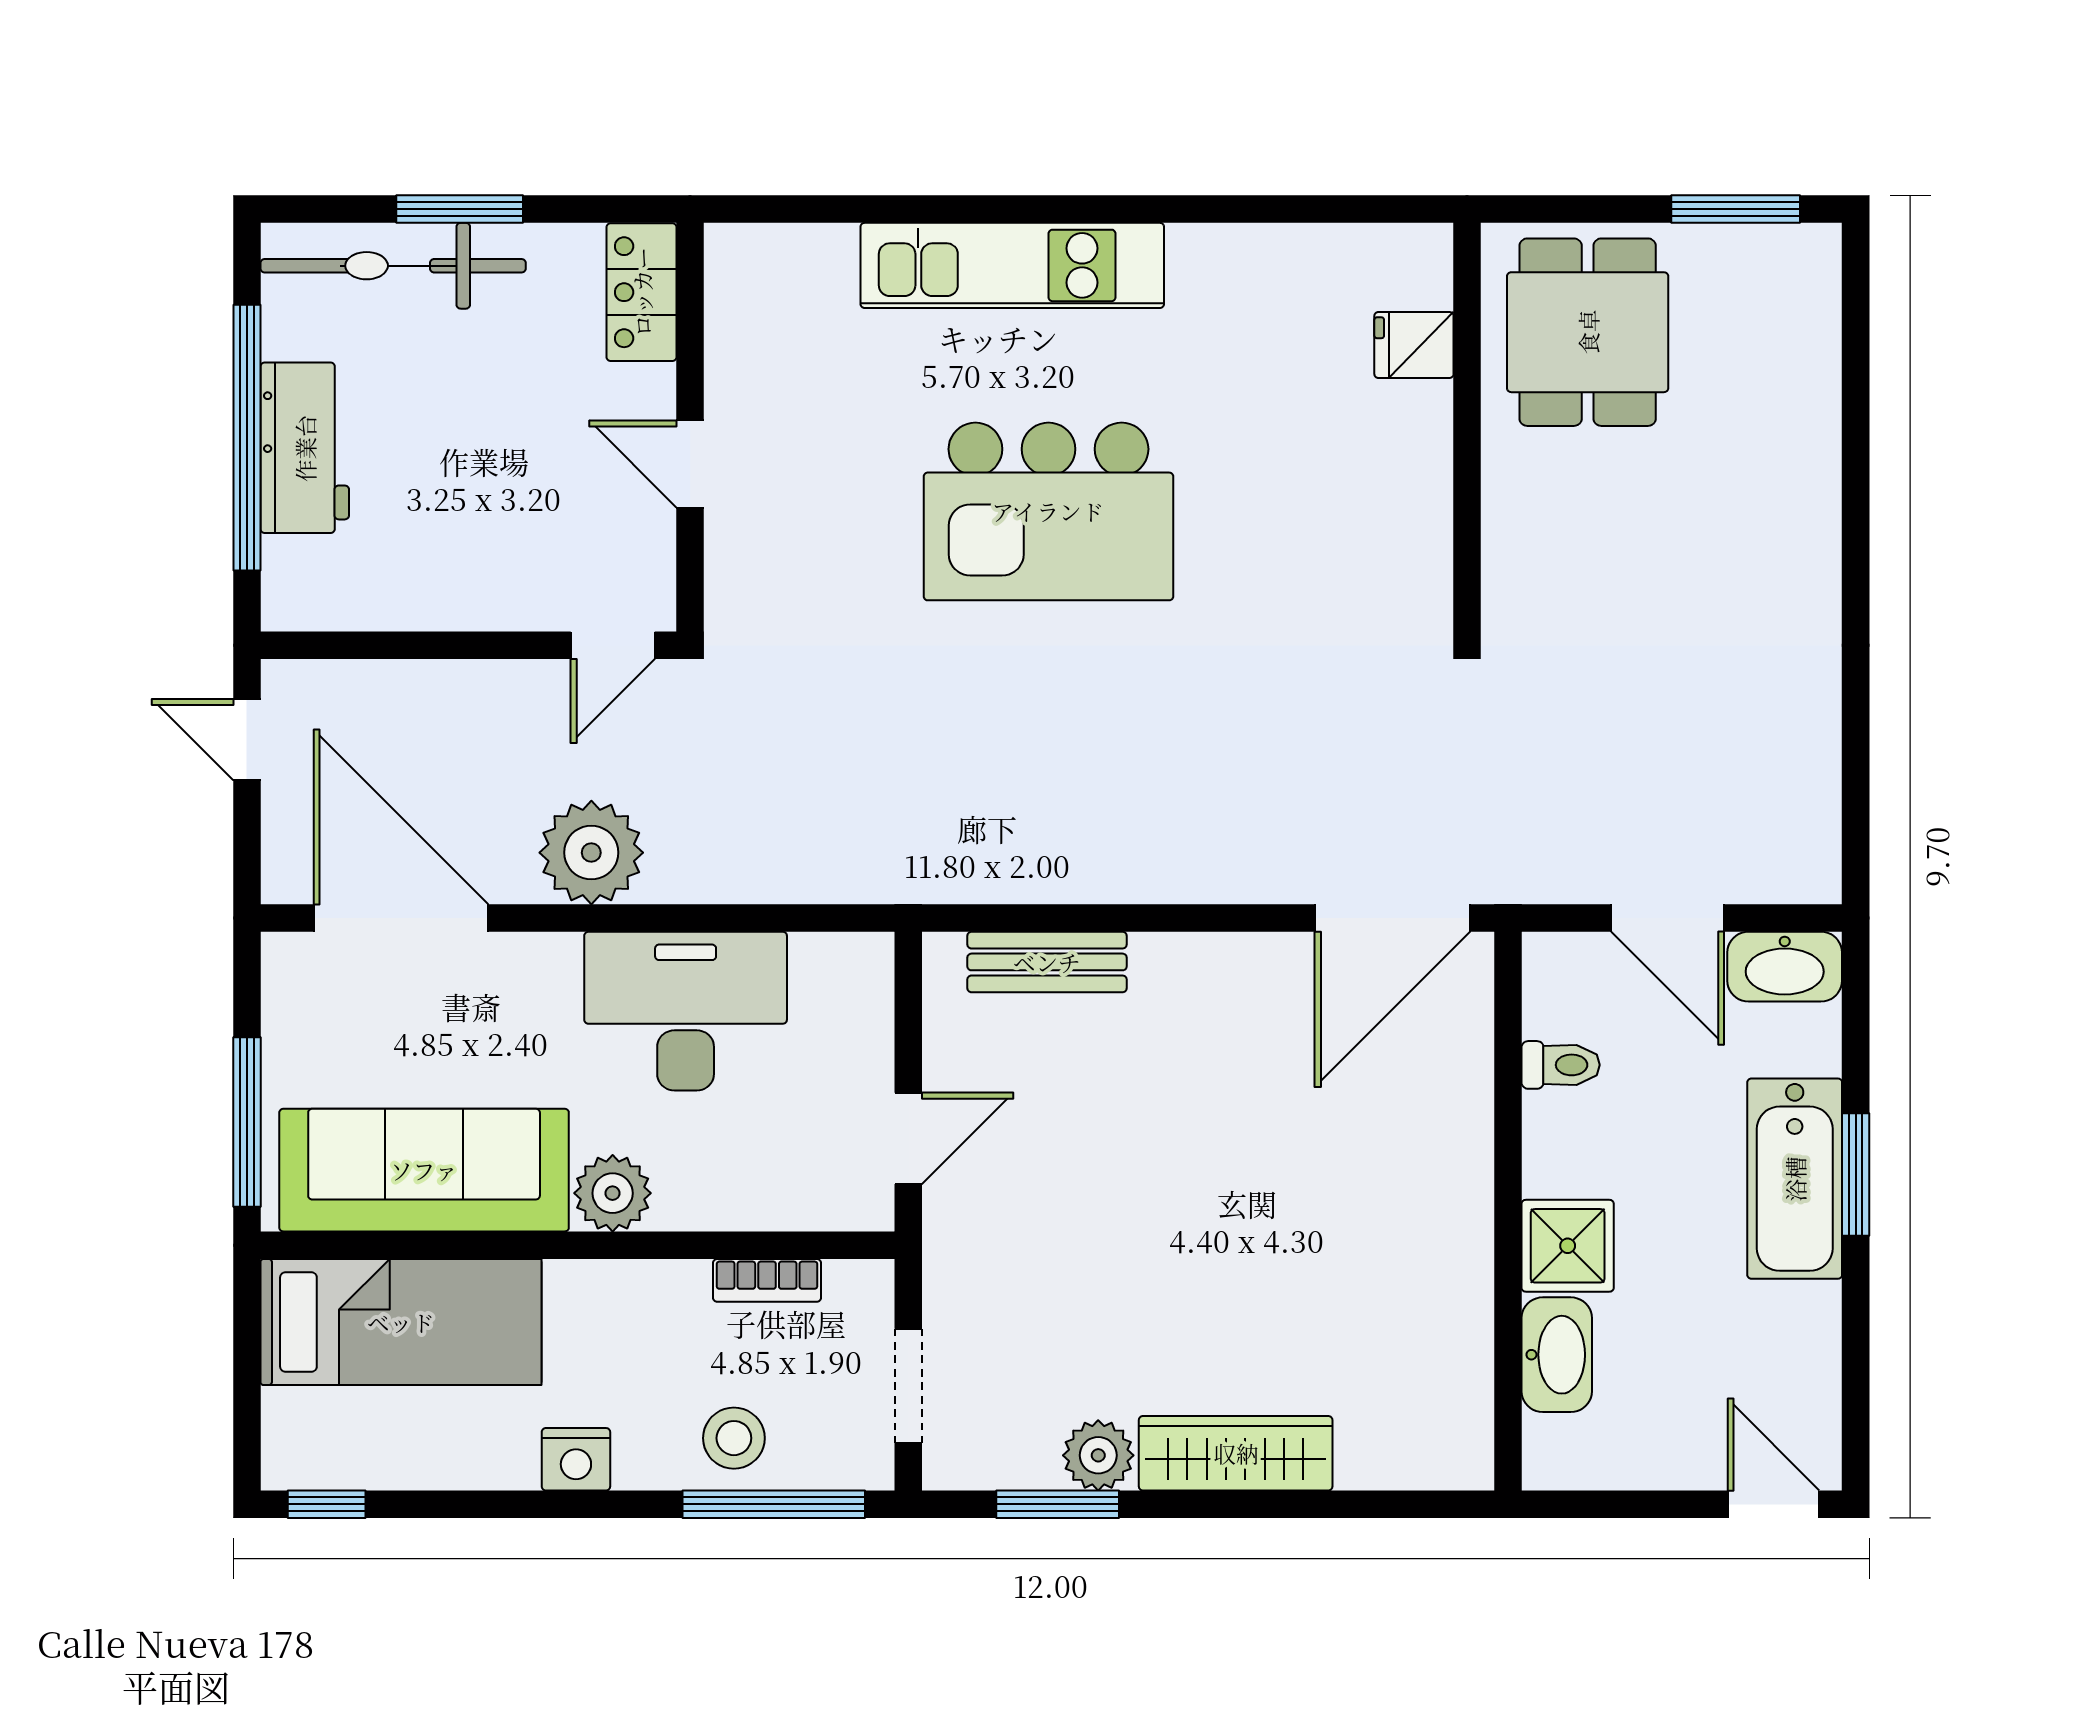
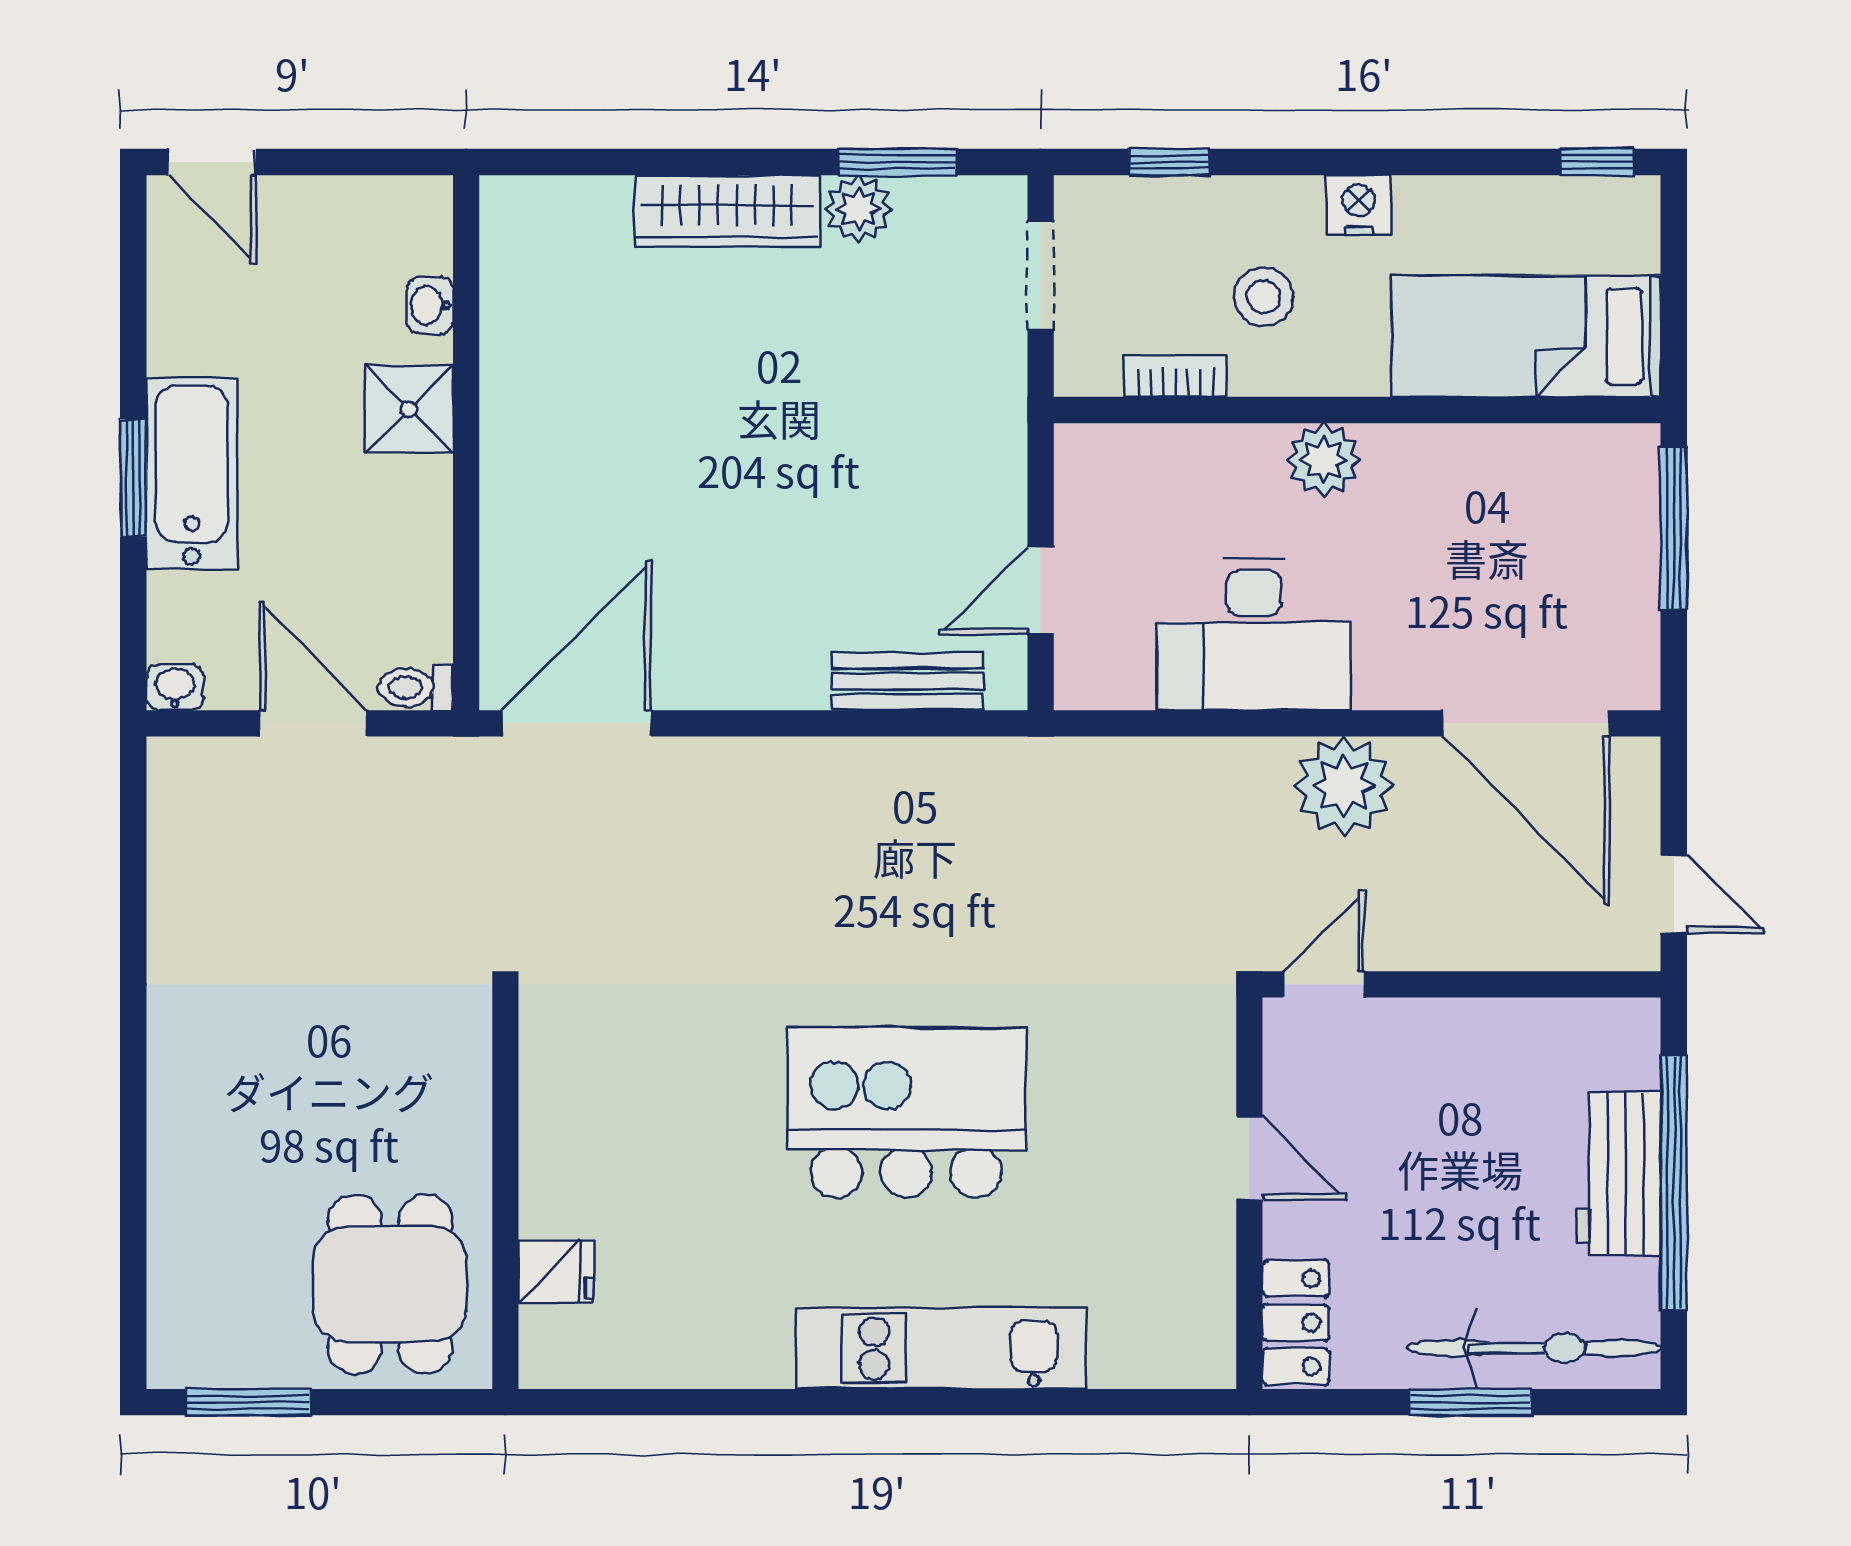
washbasin: (1785, 967) -> (175, 687), width x0.52, depth x0.69
toilet: (1561, 1065) -> (416, 687), moved
door: (908, 1138) -> (1041, 591), moved
sofa: (424, 1170) -> (1504, 482), removed
washbasin: (1557, 1355) -> (430, 305), width x0.52, depth x0.69
stool: (734, 1438) -> (1264, 297), moved
window: (774, 1504) -> (1169, 162), width x0.46

